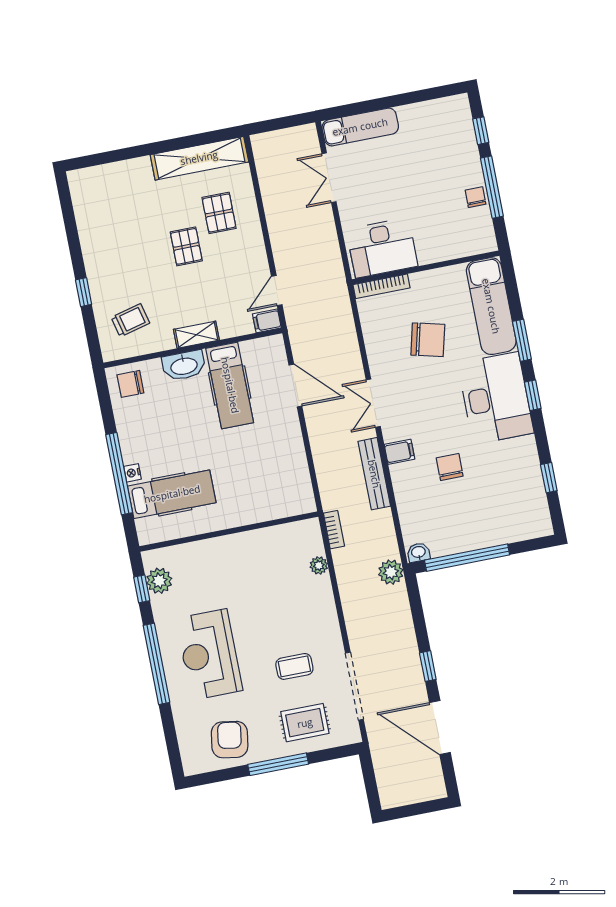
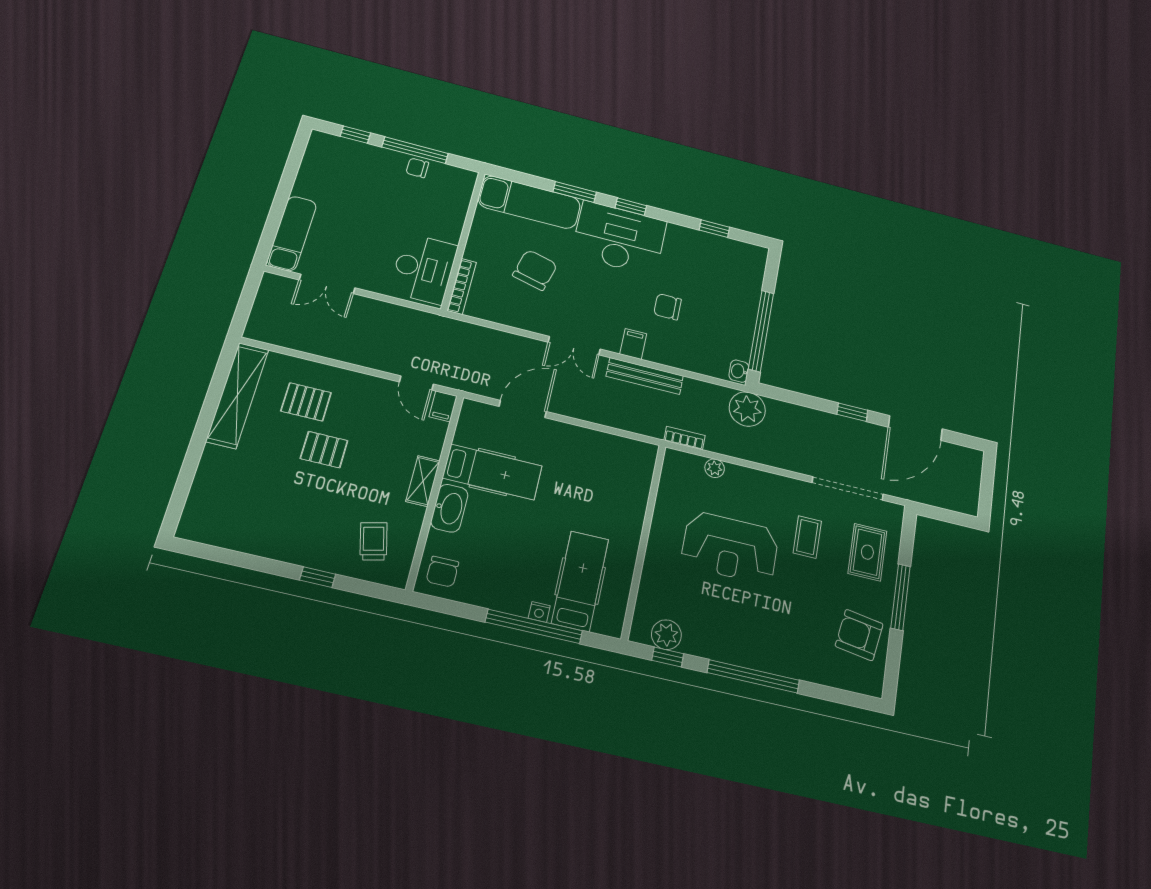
plant: (391, 572) -> (747, 409), width x1.36, depth x1.36
reception desk: (209, 655) -> (730, 548), moved

